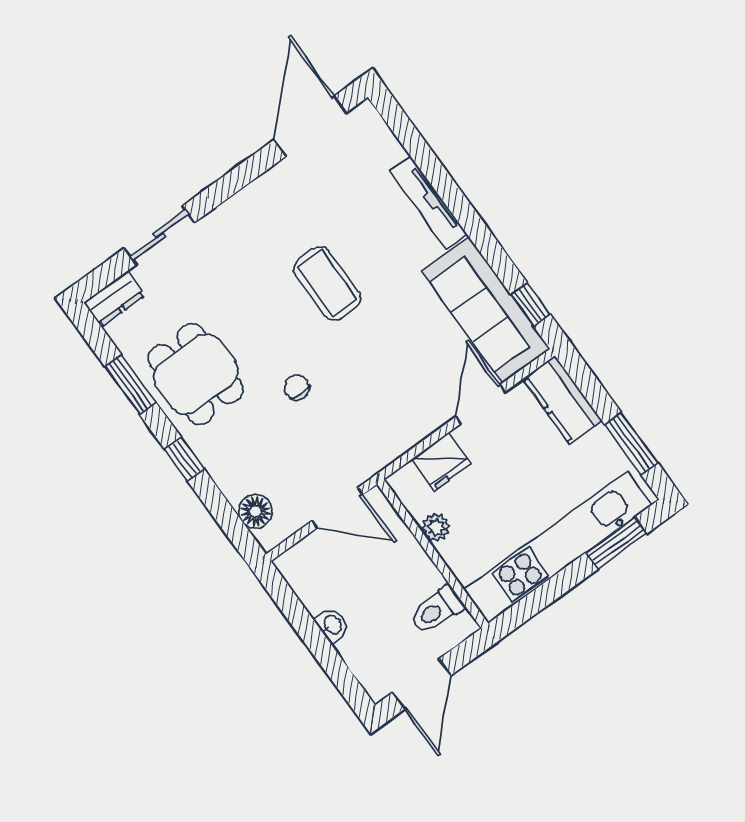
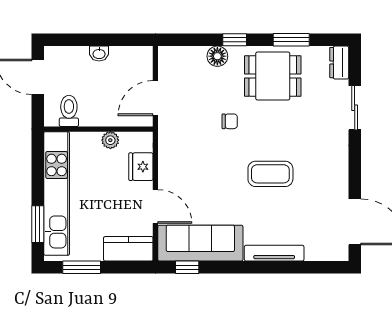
floor lamp: (255, 512) -> (217, 56), moved

